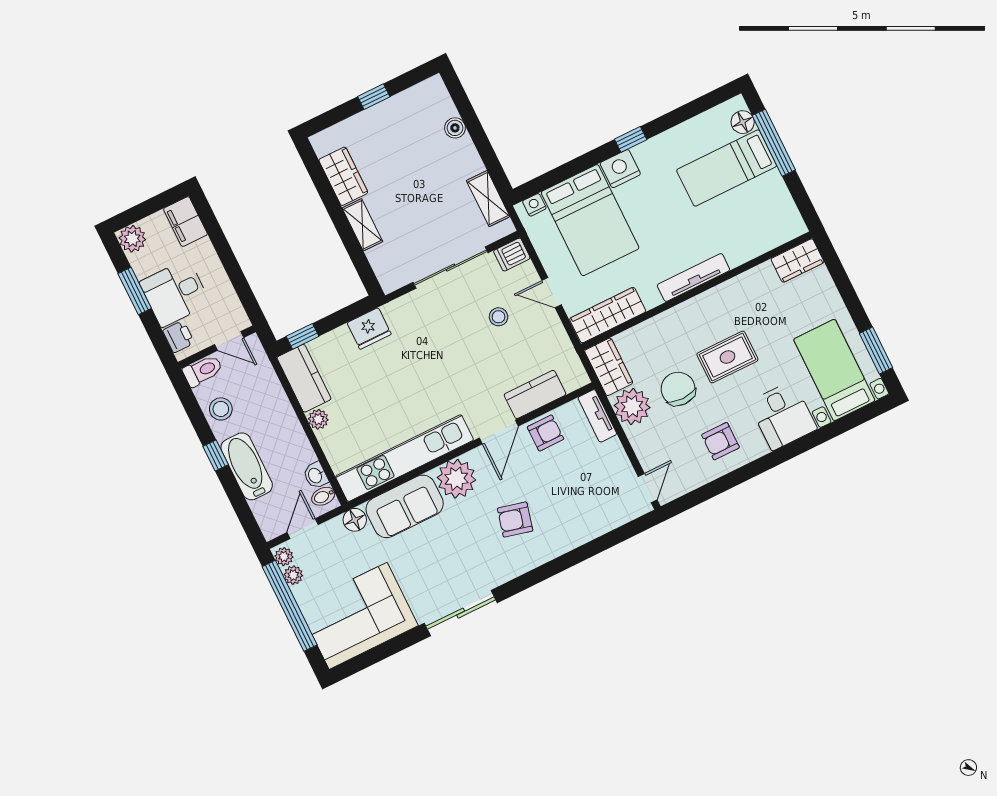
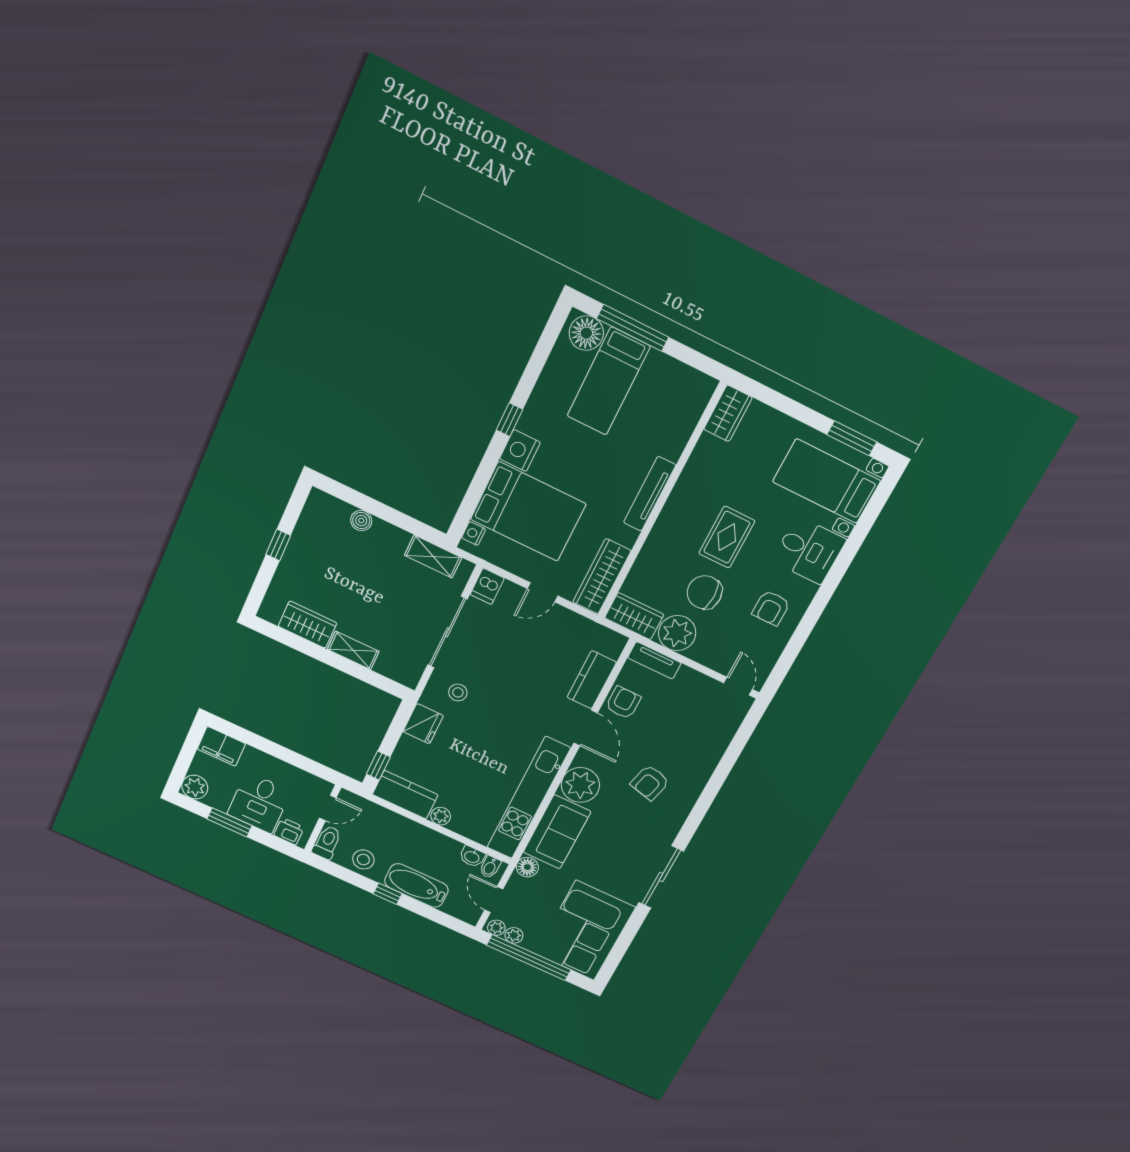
floor lamp: (743, 122) -> (586, 333), width x1.38, depth x1.38
stool: (499, 317) -> (458, 692), moved

